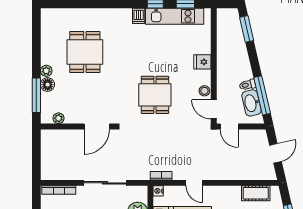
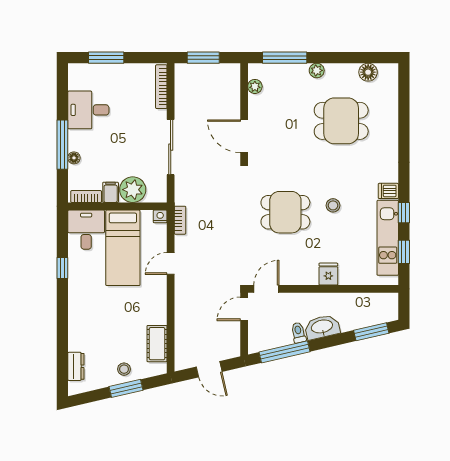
floor lamp: (48, 85) -> (368, 72), moved
stool: (204, 91) -> (333, 205), moved
washbasin: (251, 103) -> (322, 327), moved
window: (36, 158) -> (203, 58), added

